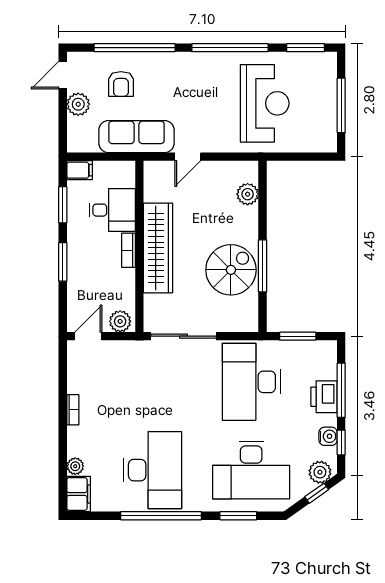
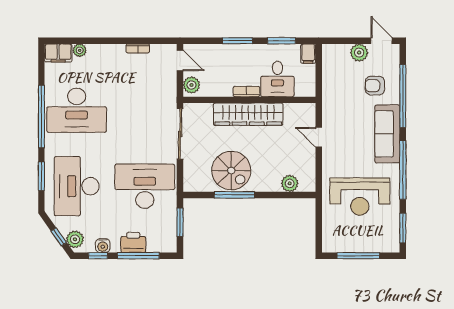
sofa: (137, 137) -> (387, 134), moved, turned 180
bookcase: (73, 410) -> (138, 48), moved

